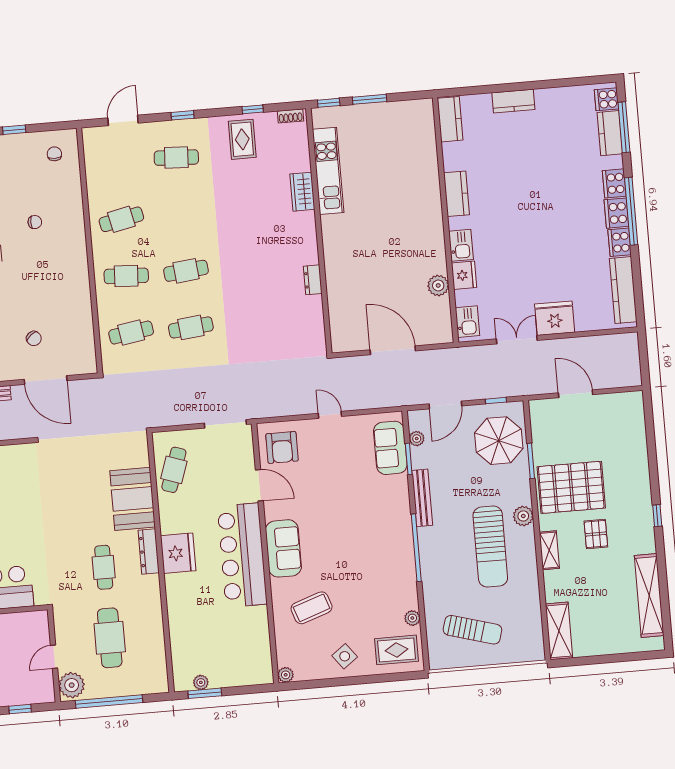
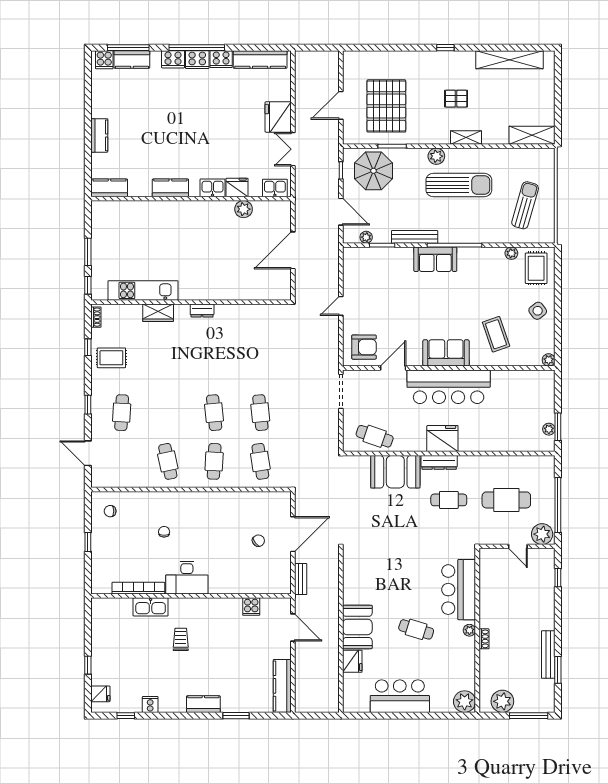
dresser: (313, 280) -> (202, 311), moved
sofa: (390, 448) -> (435, 259), moved
pallet: (571, 487) -> (386, 106), moved

